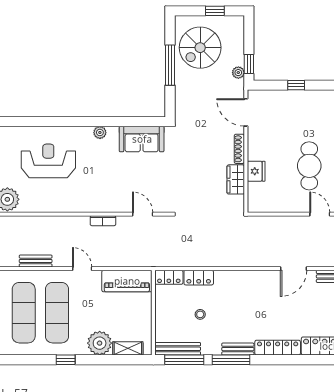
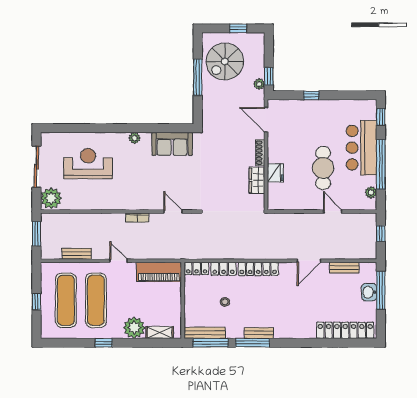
locker: (278, 348) -> (258, 269), moved, turned 180

